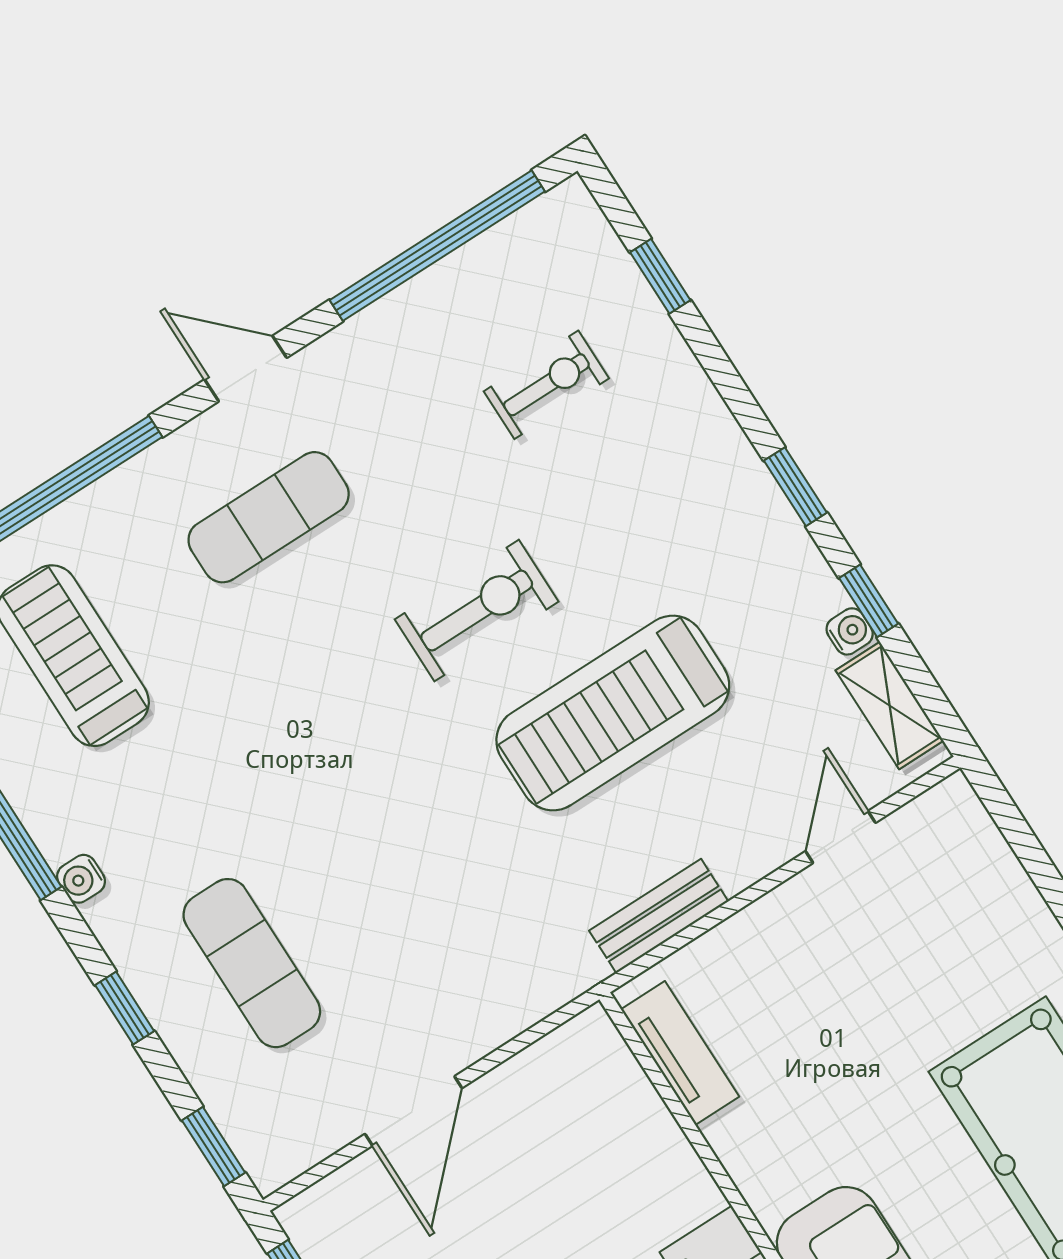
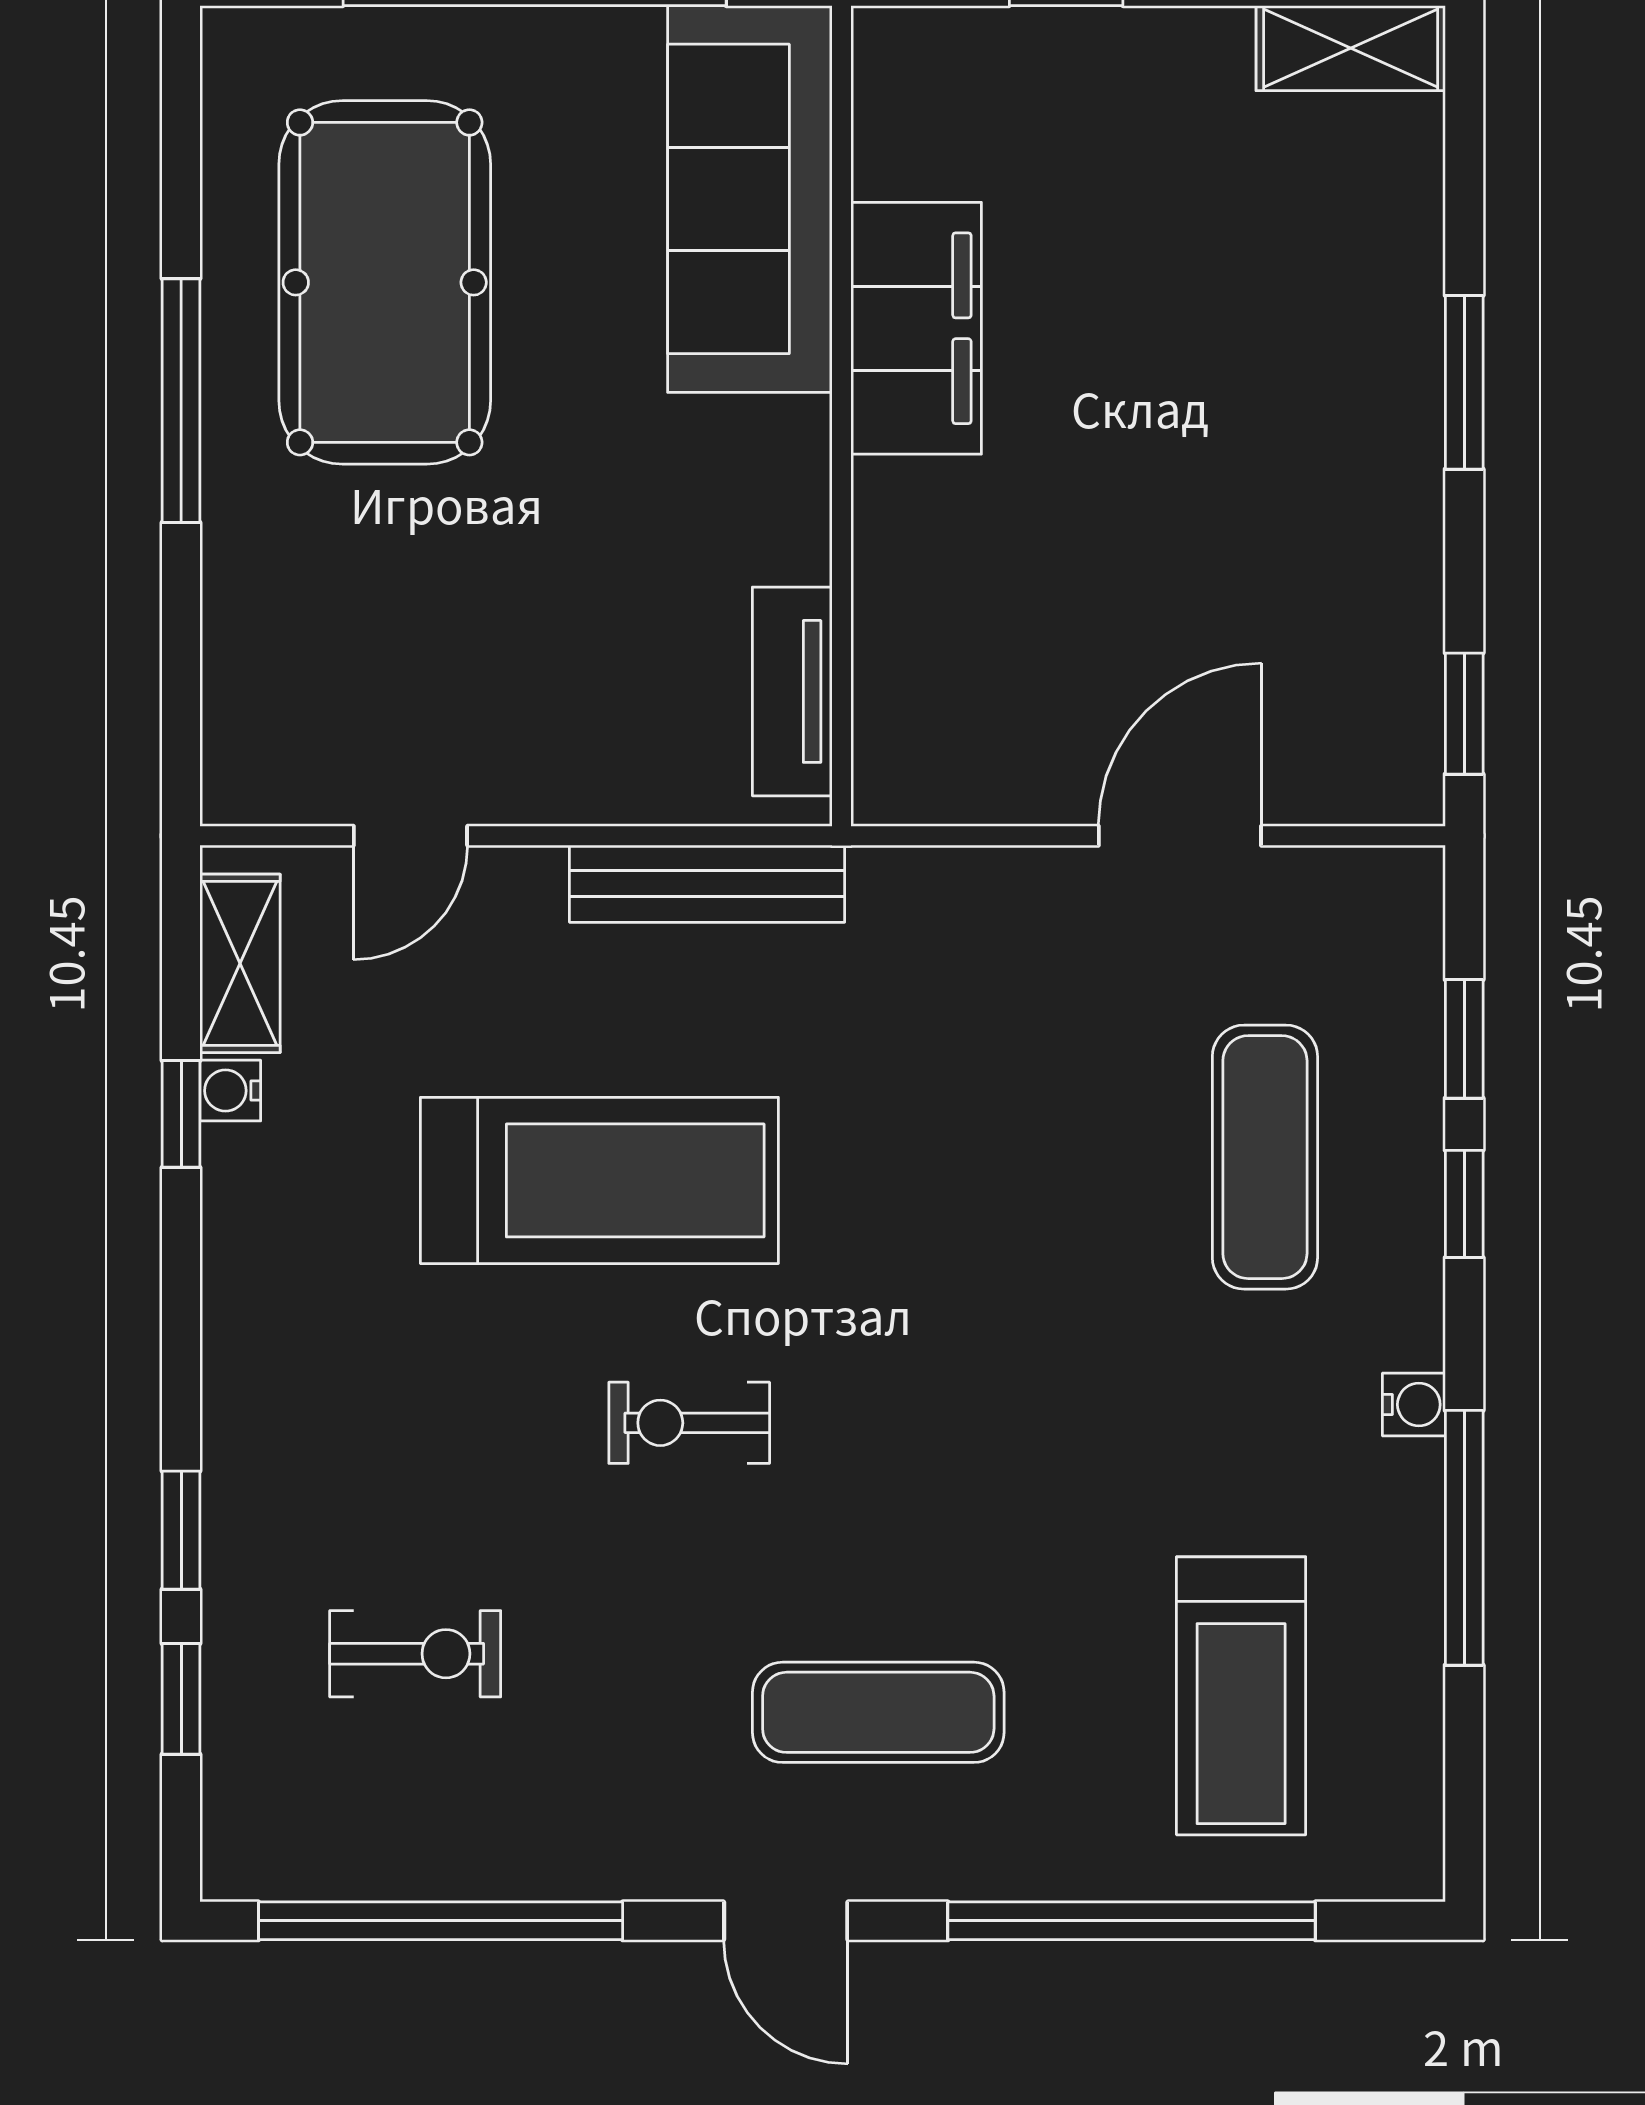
exercise bike: (546, 385) -> (415, 1654), turned 180
window: (795, 487) -> (181, 1530), moved
exercise bike: (477, 611) -> (689, 1423), width x0.73, depth x0.72
bench: (659, 916) -> (707, 884), width x1.36
window: (214, 1147) -> (1464, 1039), moved

